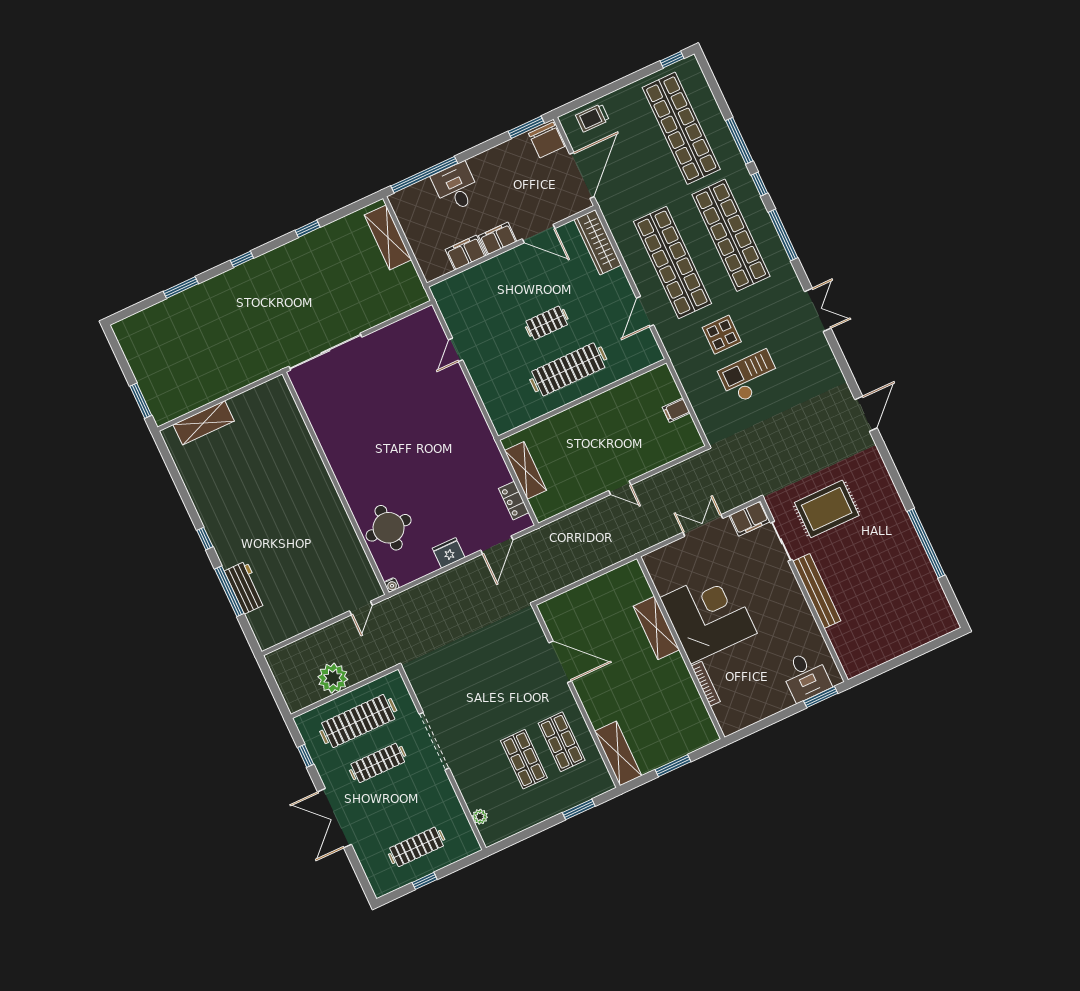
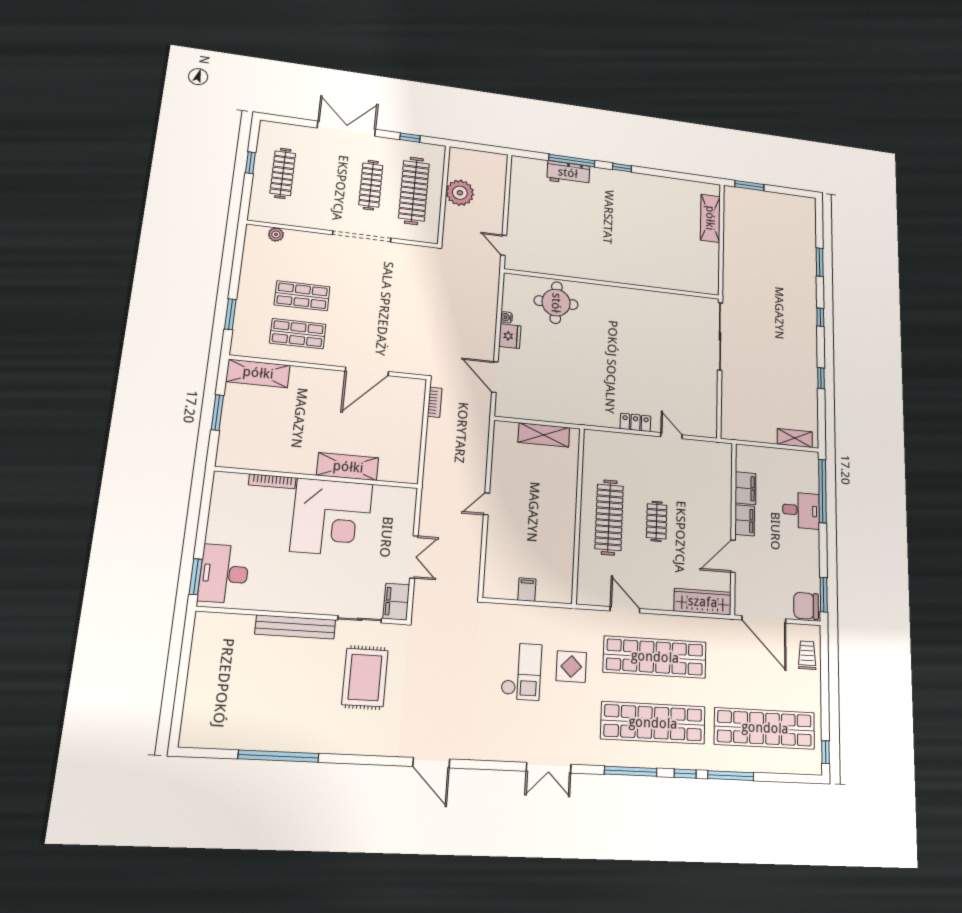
shelving: (388, 237) -> (795, 438), width x0.67, depth x0.75
locker: (514, 501) -> (635, 422), moved
water cooler: (392, 585) -> (506, 317), moved
bookcase: (553, 586) -> (435, 402), added
desk: (806, 676) -> (224, 574), width x1.37

